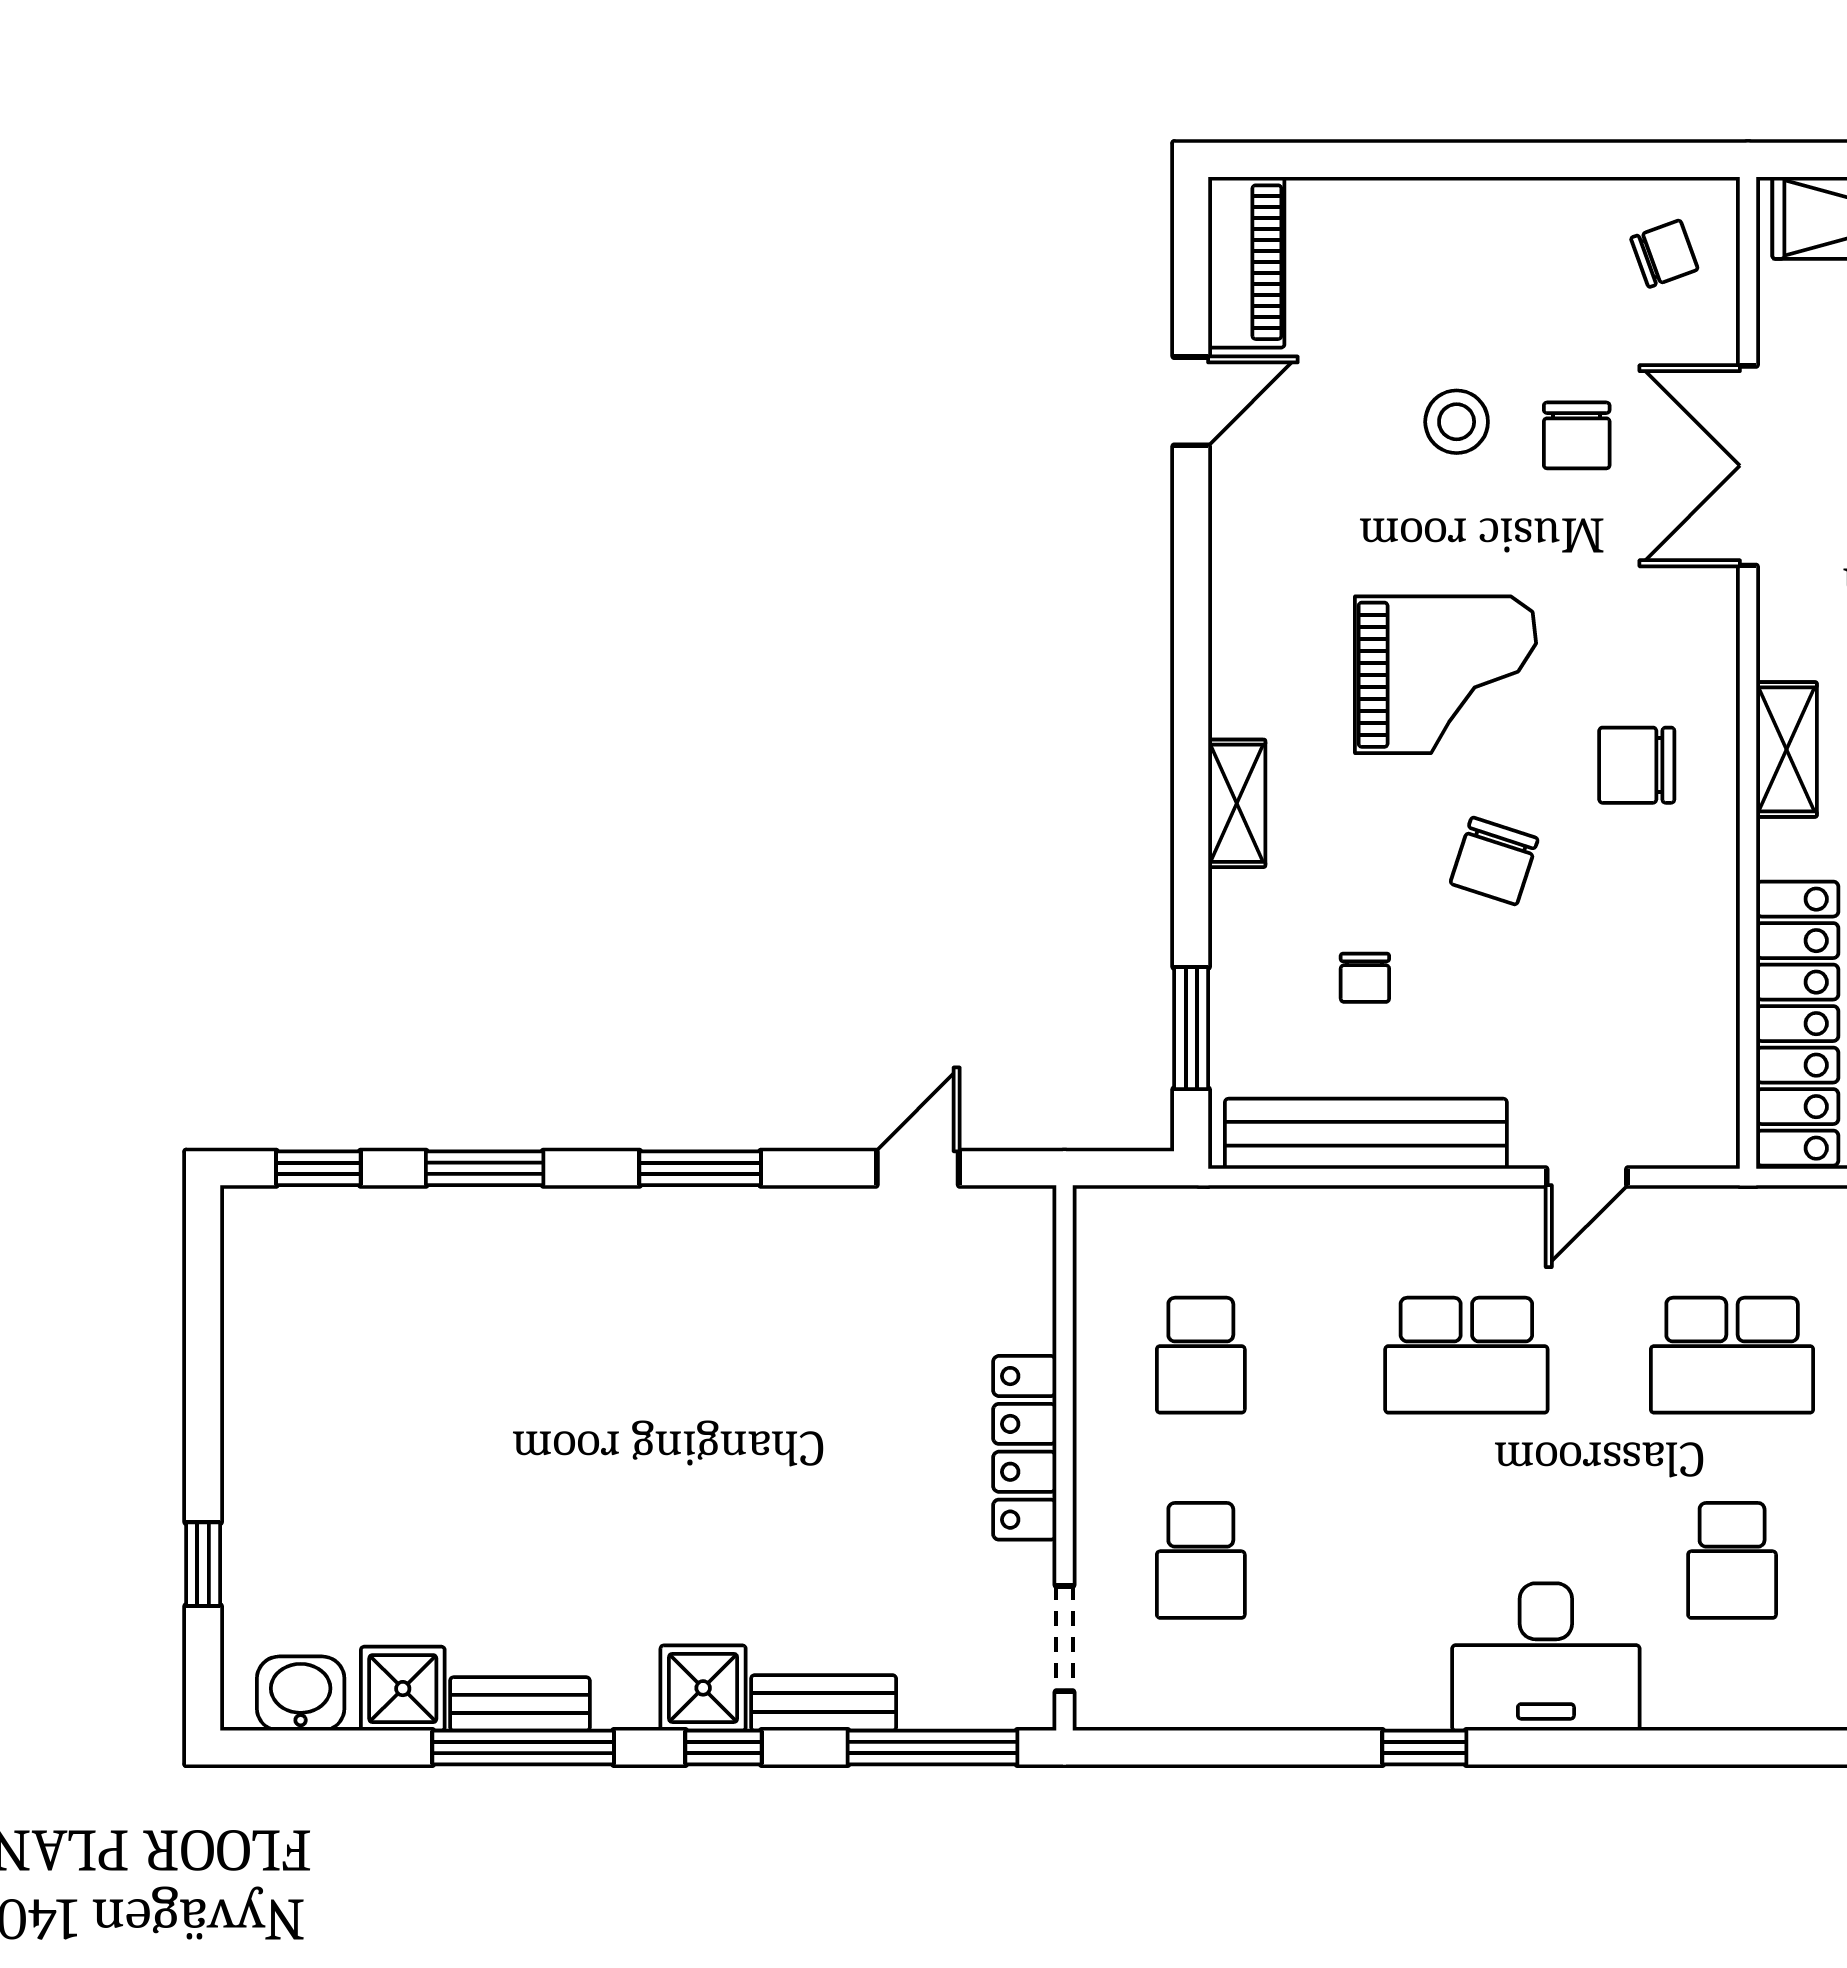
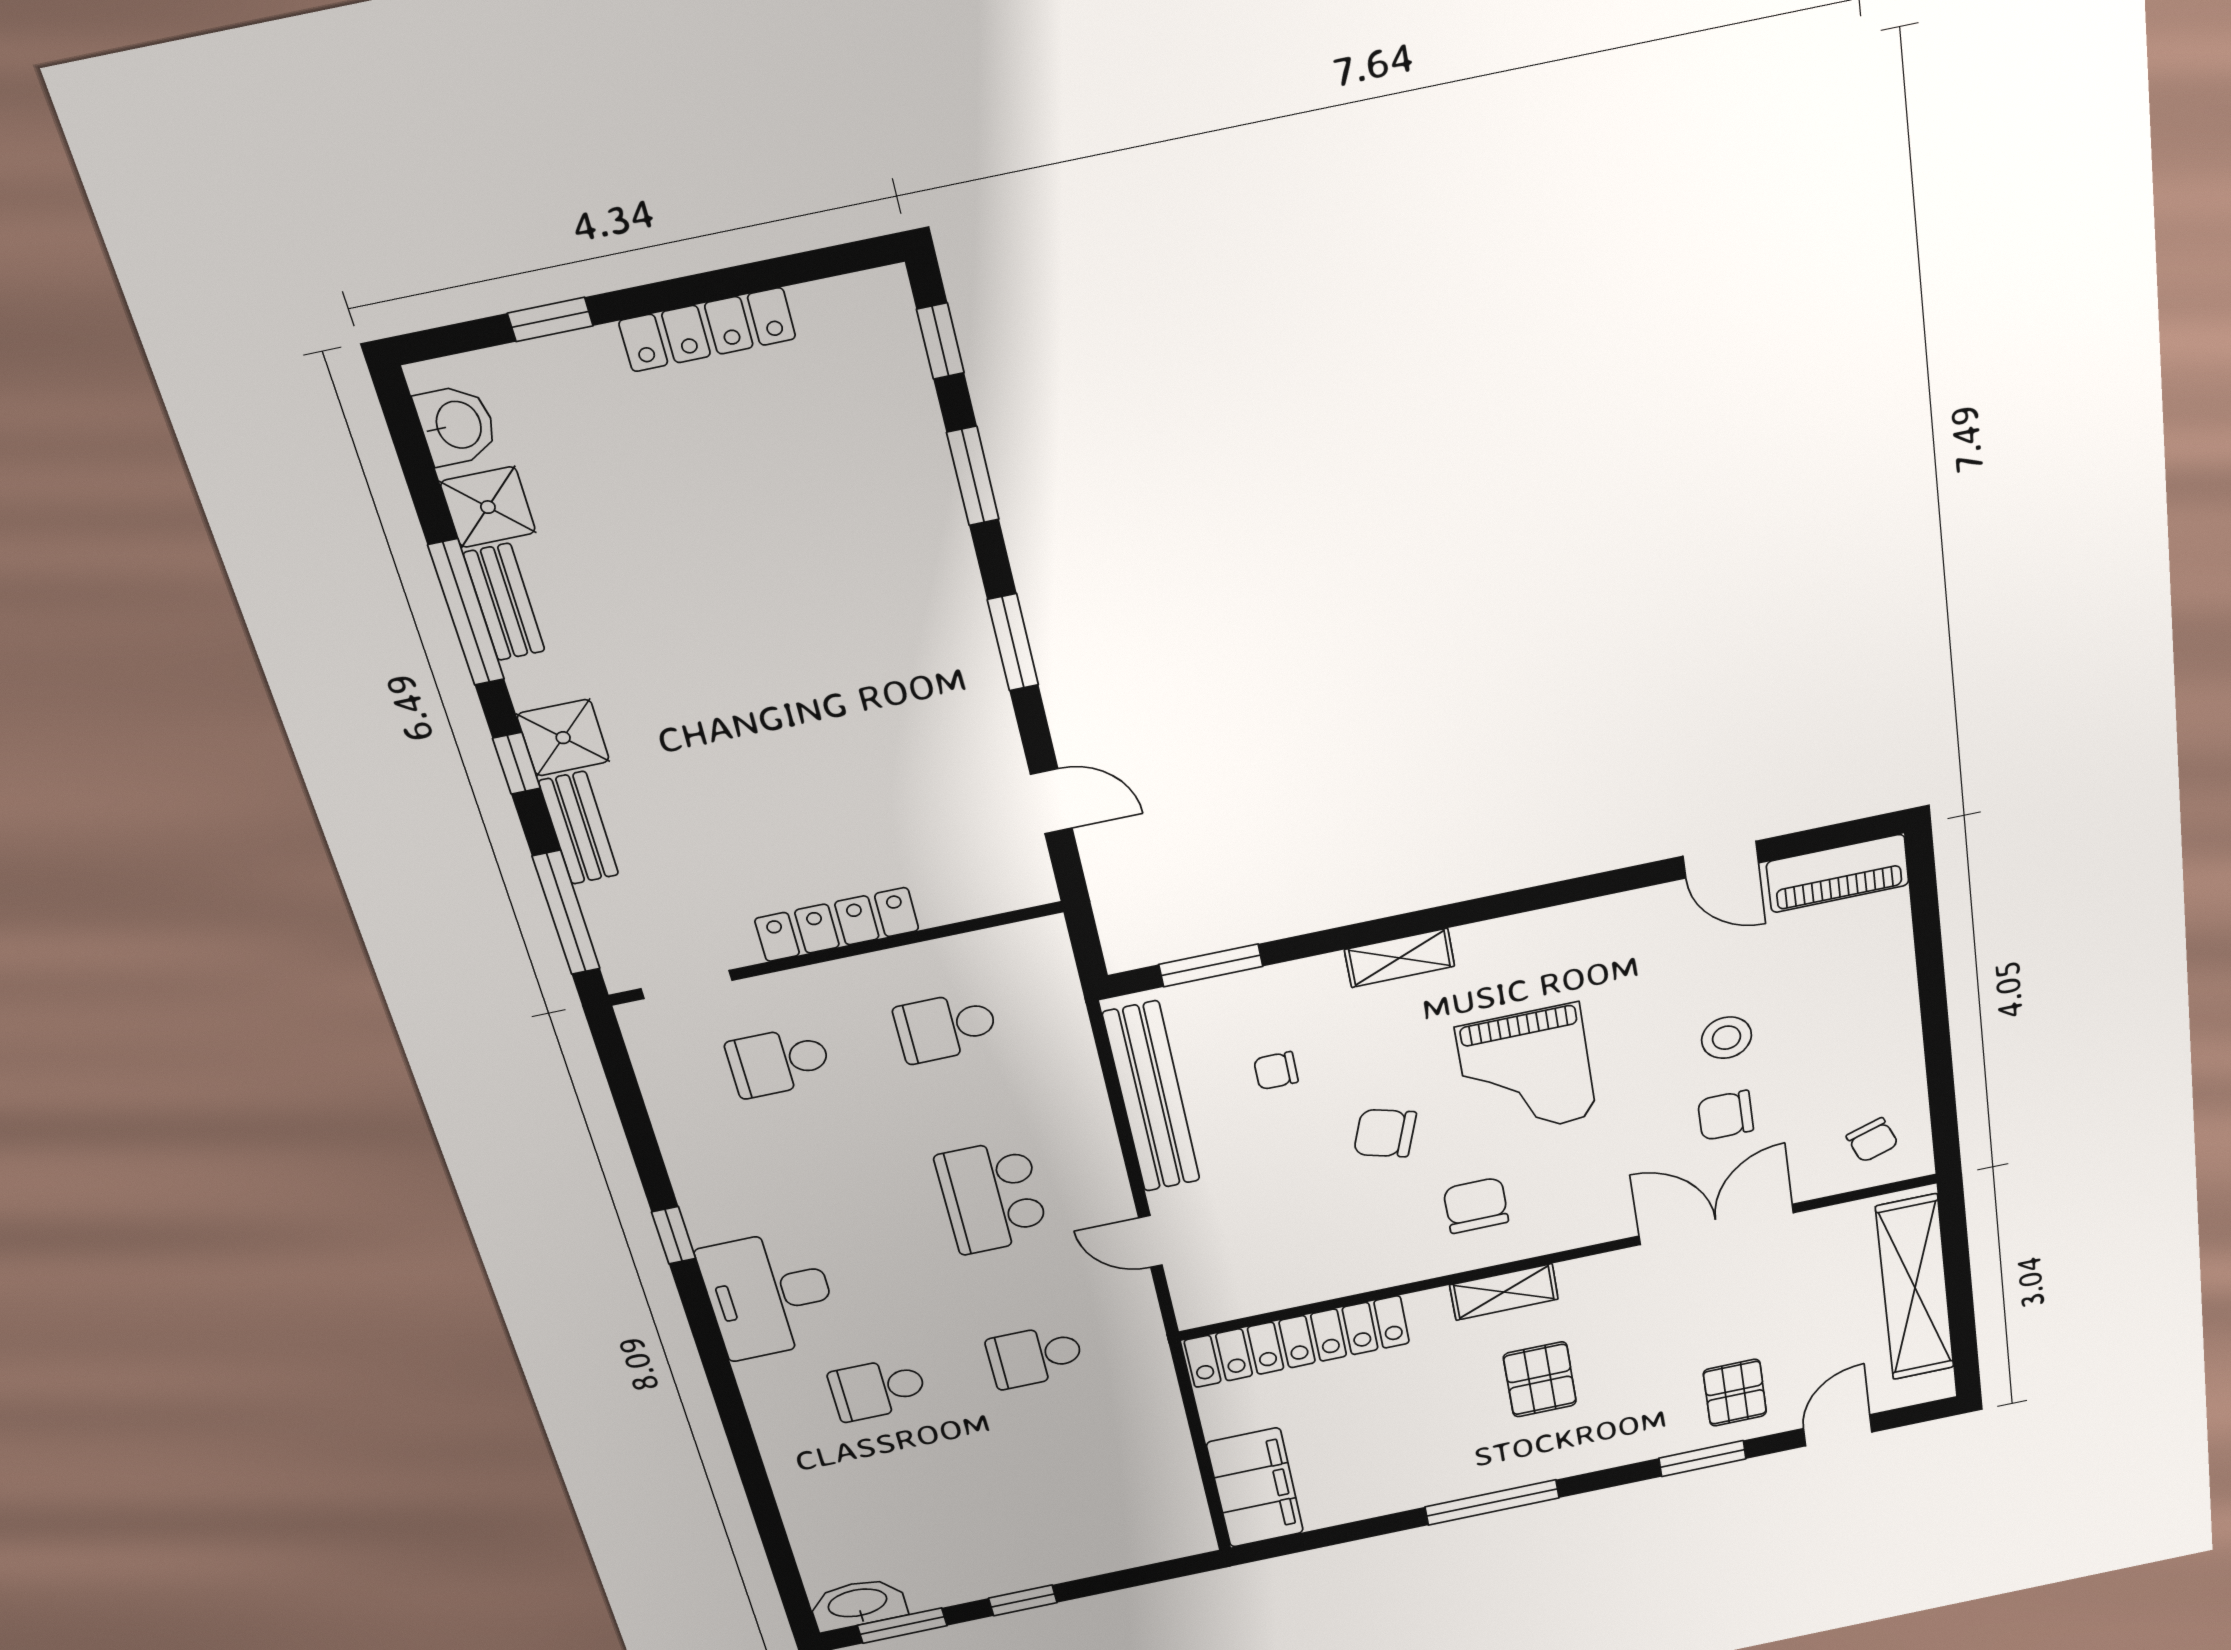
school desk: (1732, 1355) -> (1035, 1356), width x0.54
locker: (251, 1407) -> (707, 330), added

